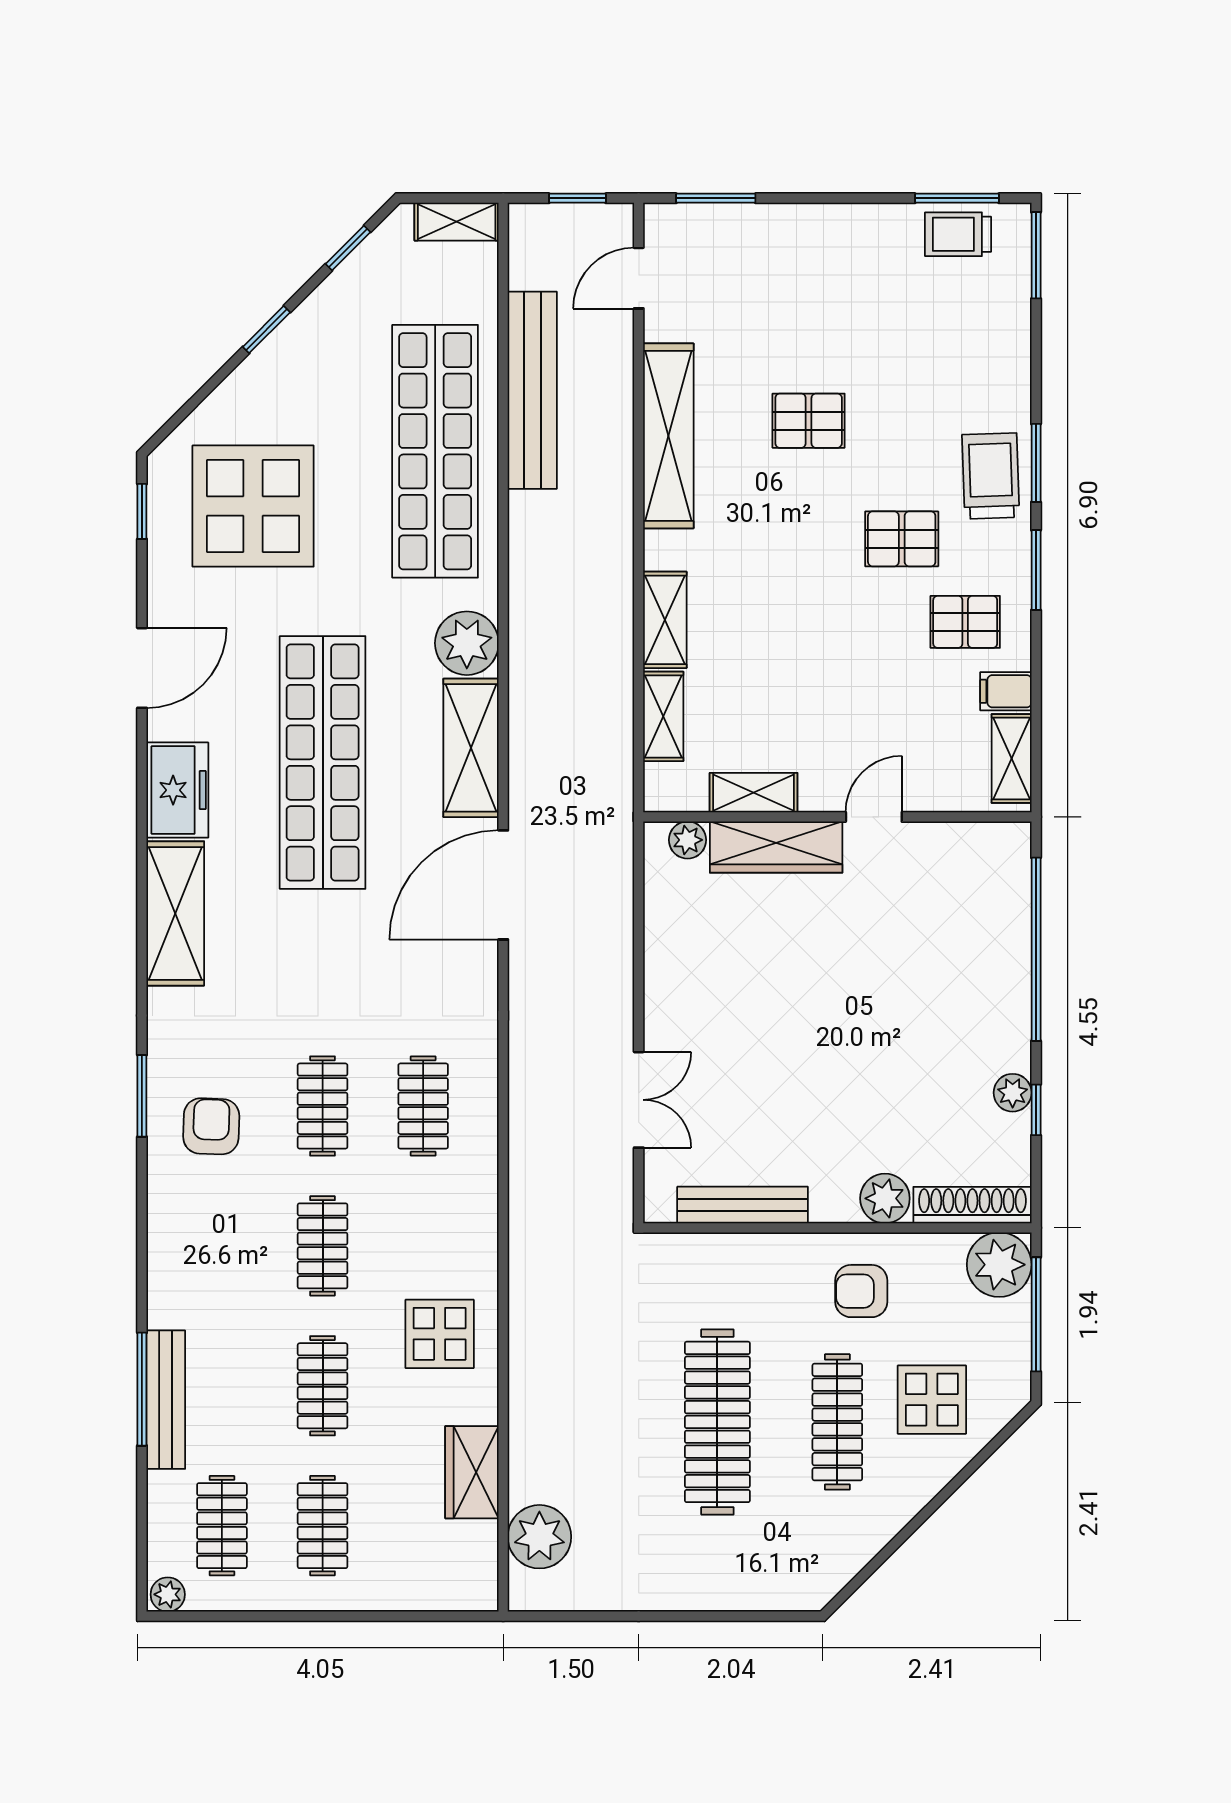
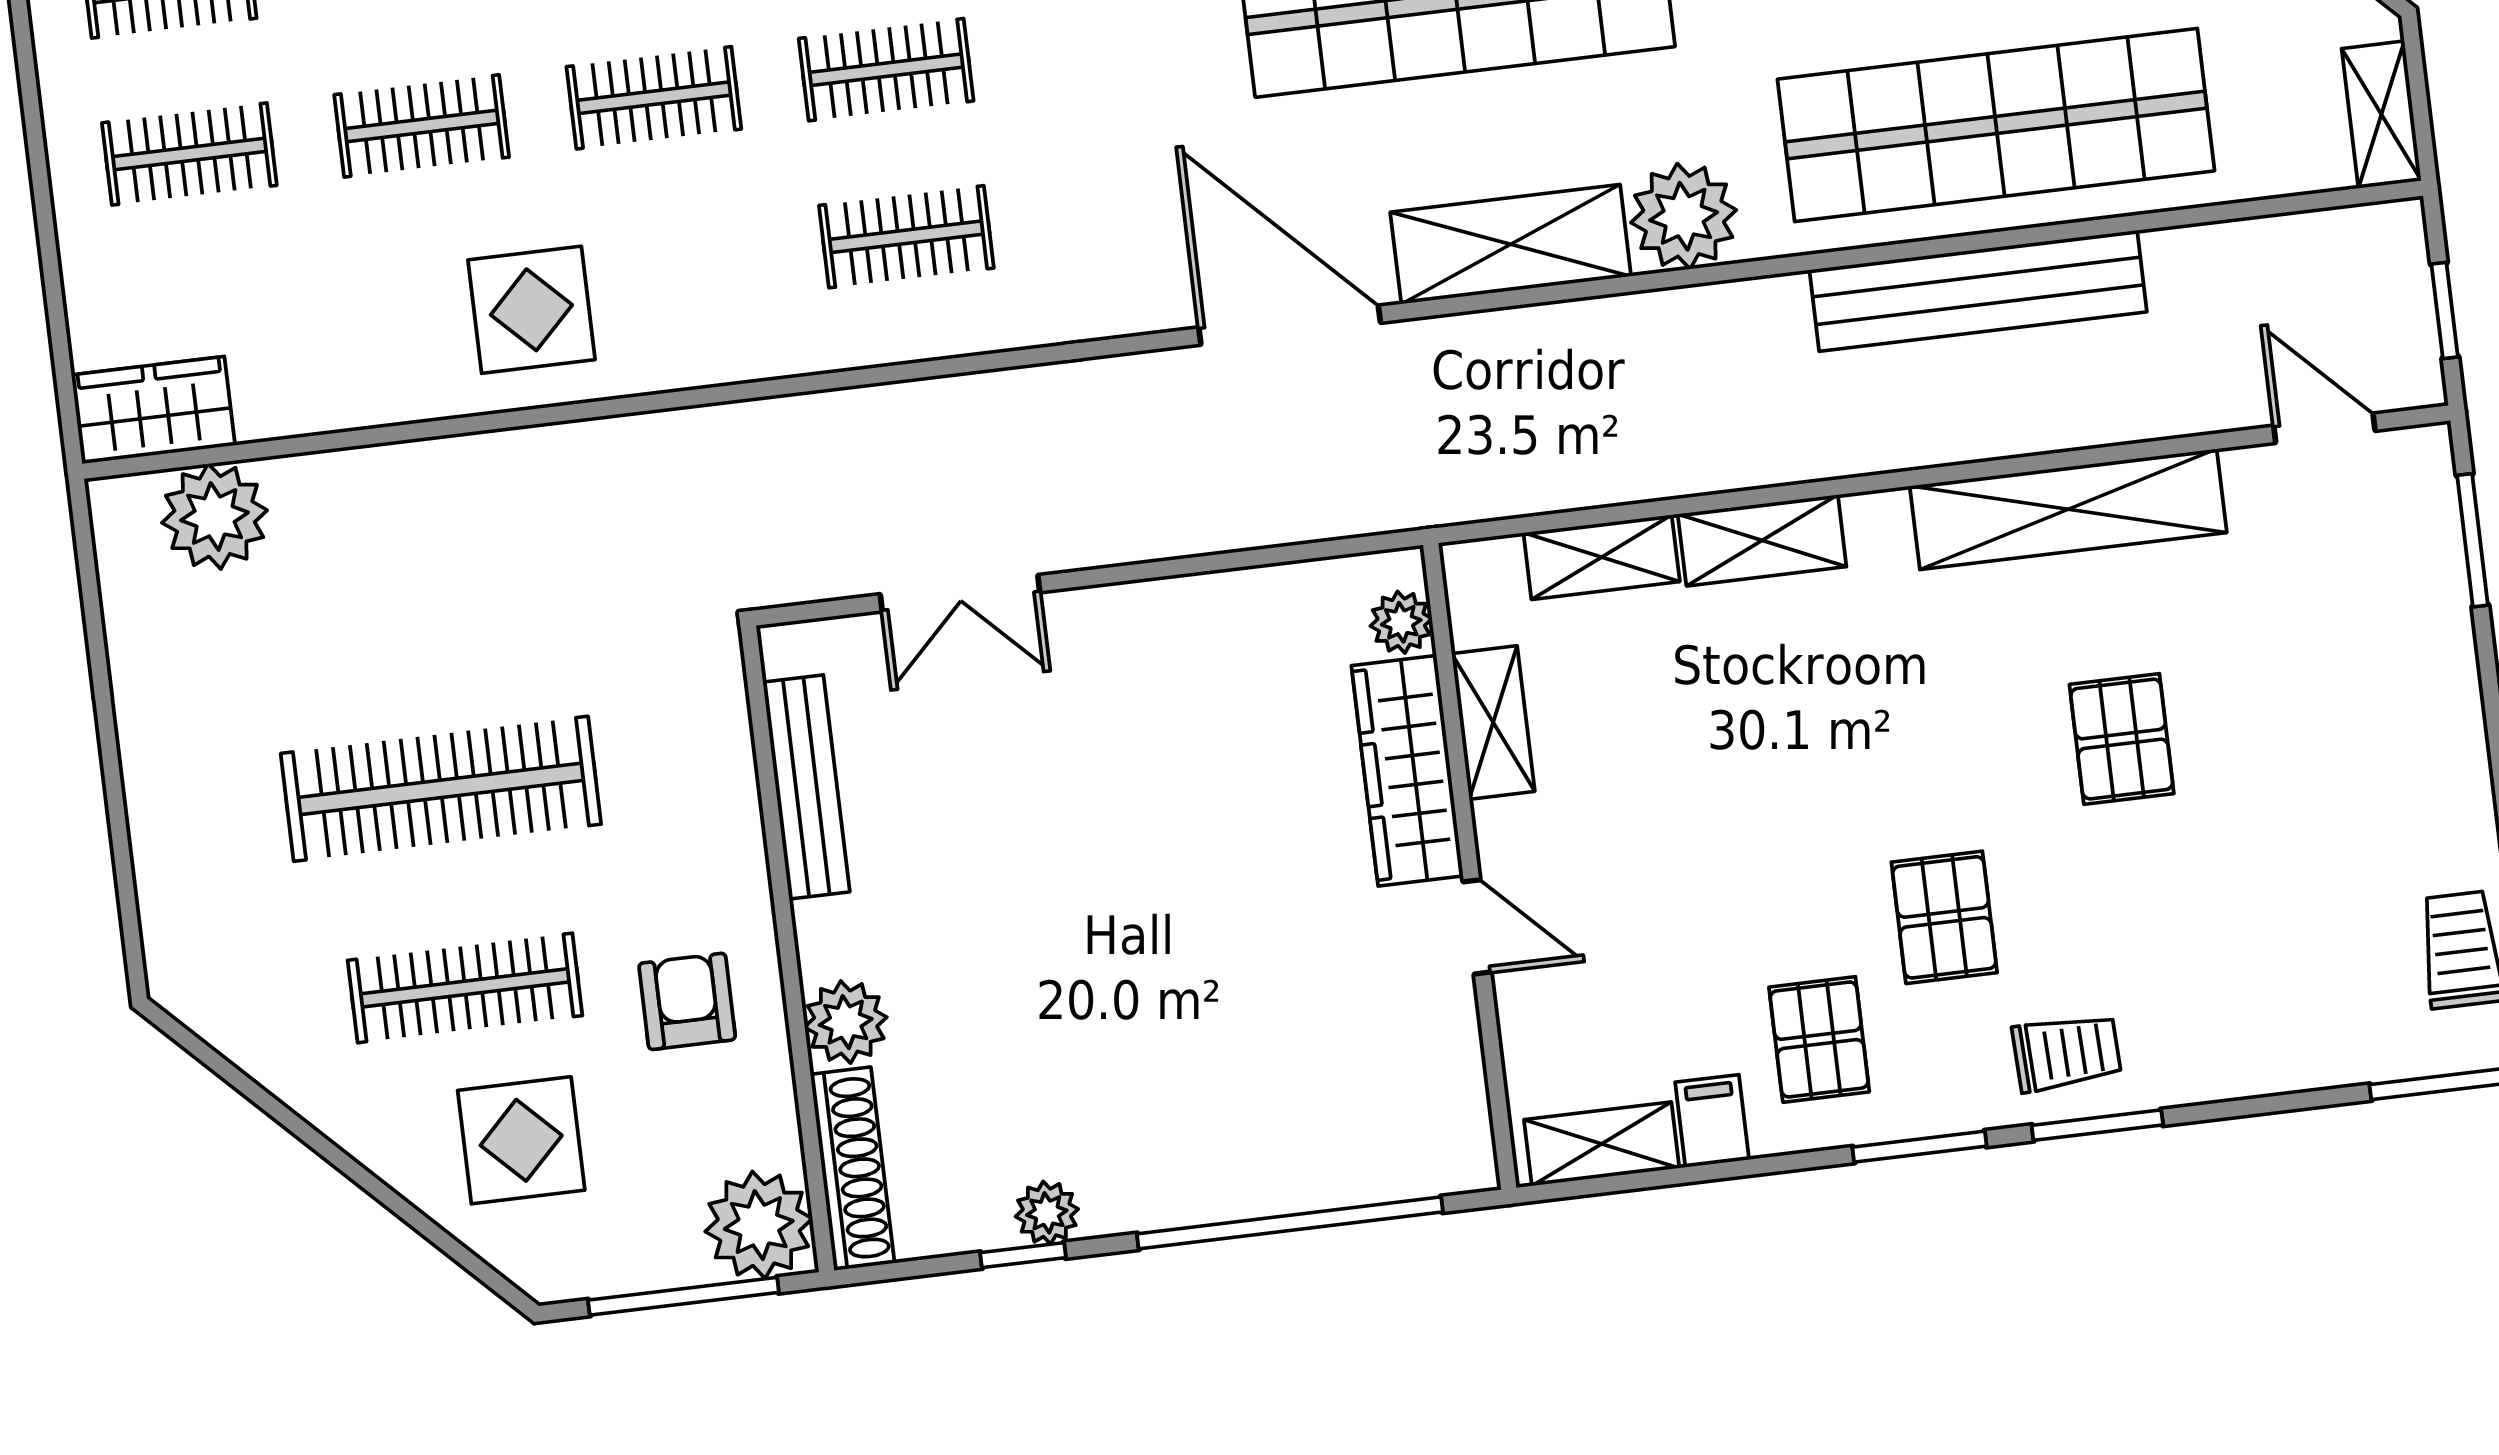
bench: (532, 390) -> (1978, 291), moved
trolley: (991, 476) -> (2067, 1053), width x0.73, depth x0.72
wardrobe: (472, 1472) -> (153, 410), moved

